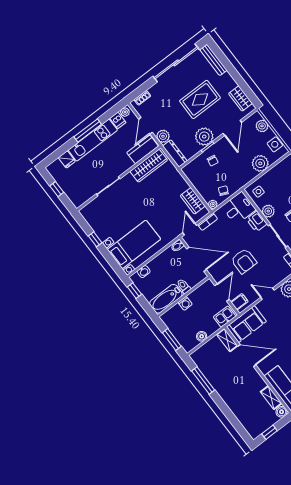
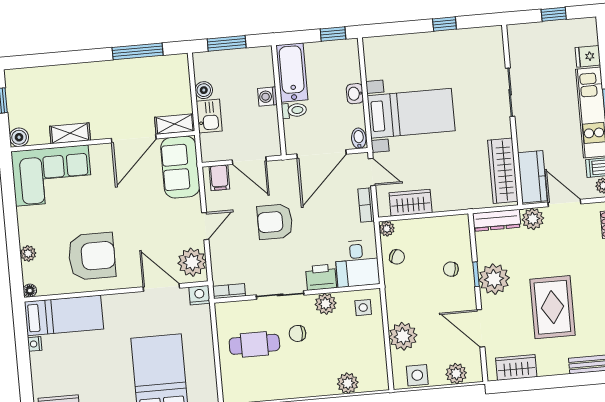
bed with nightstands: (134, 244) -> (411, 113), moved, turned -90
washbasin: (144, 272) -> (355, 94), moved
kitchen sink: (225, 317) -> (209, 116), moved
shelving: (271, 398) -> (70, 133), moved

